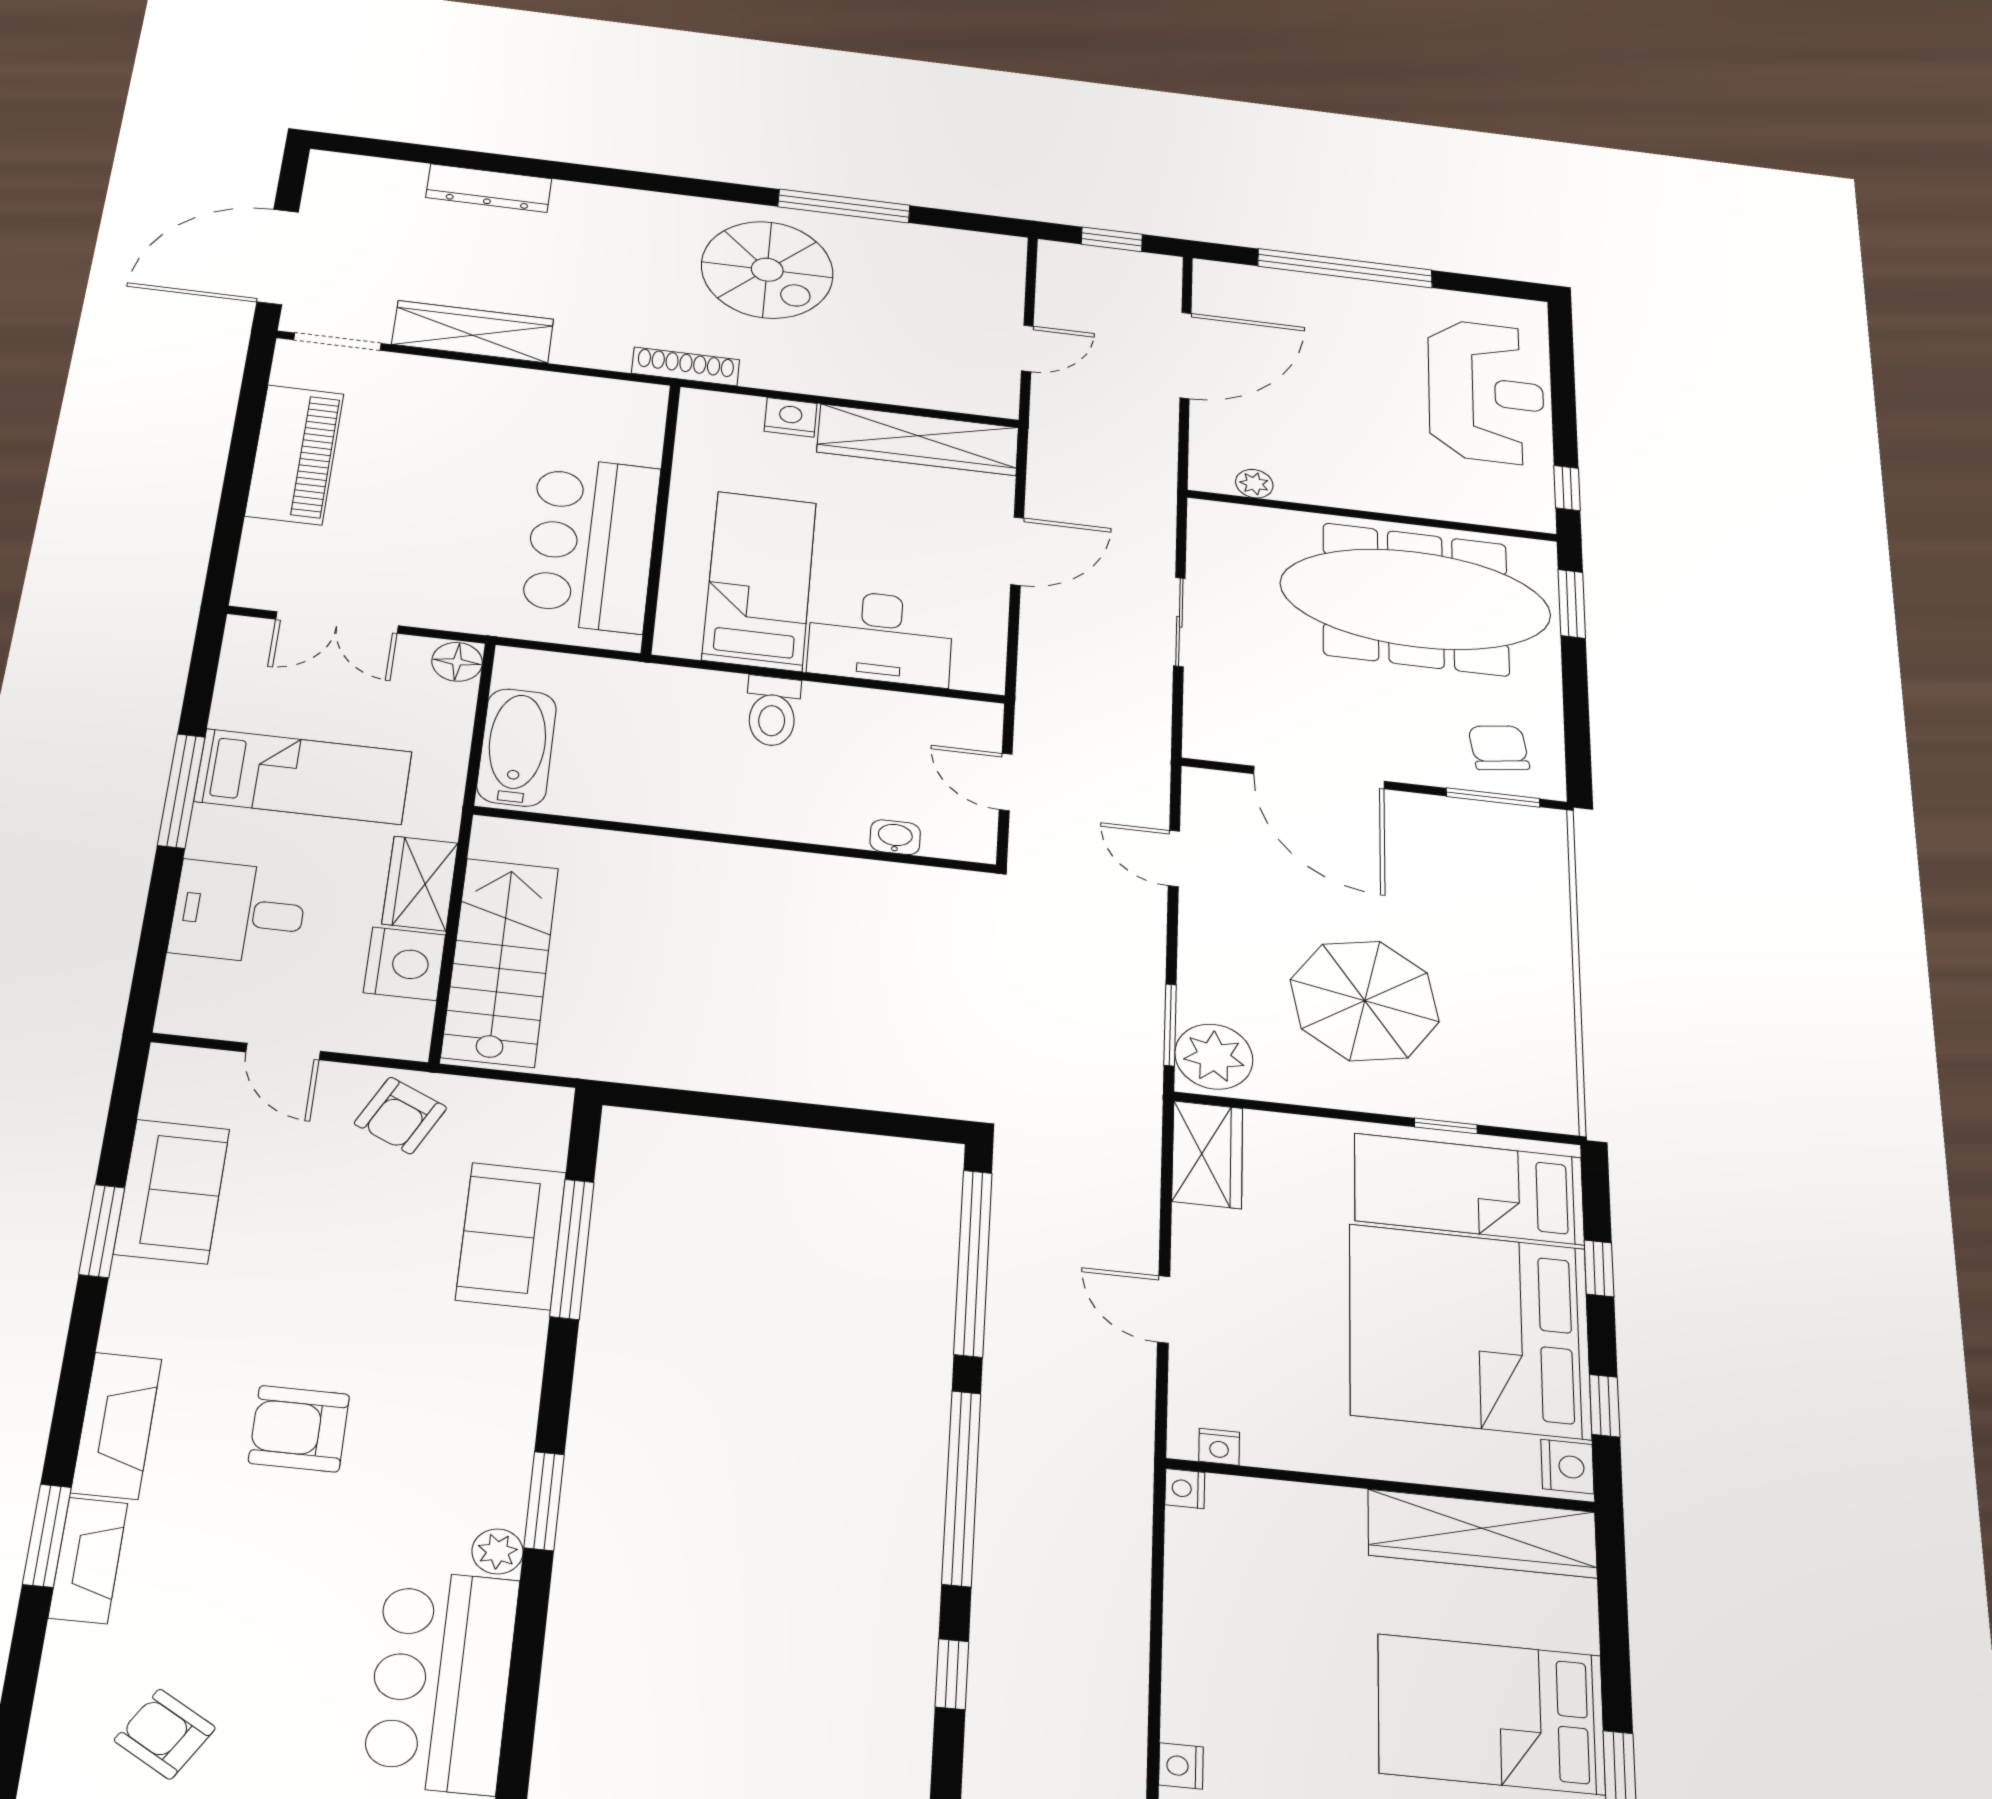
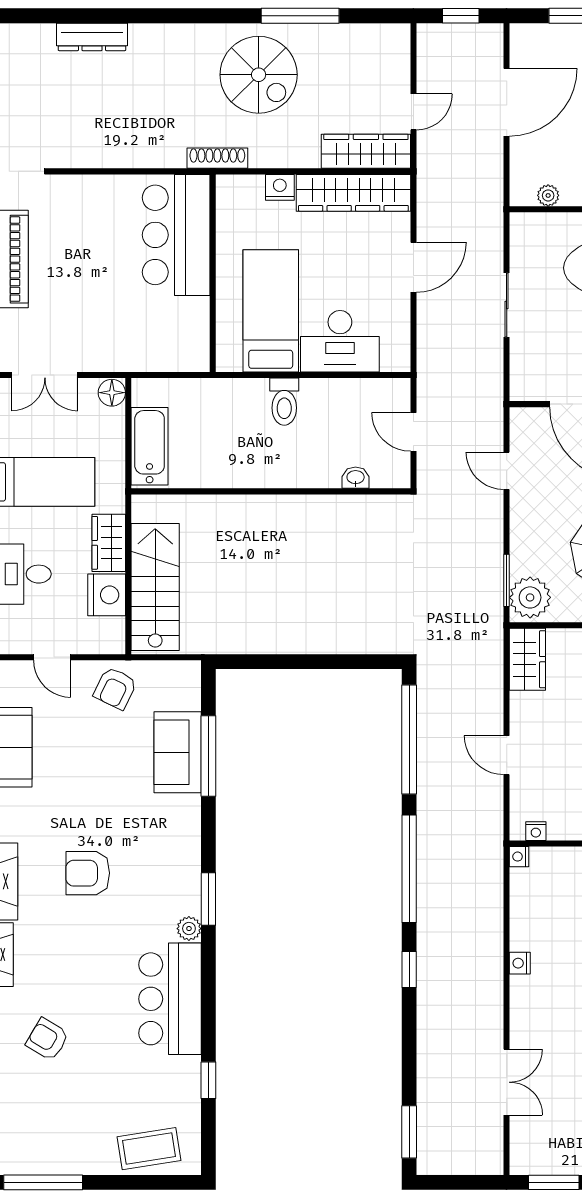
wardrobe: (473, 332) -> (366, 151), moved
bar counter: (591, 544) -> (176, 235), moved
nightstand: (1181, 1766) -> (520, 963), moved

